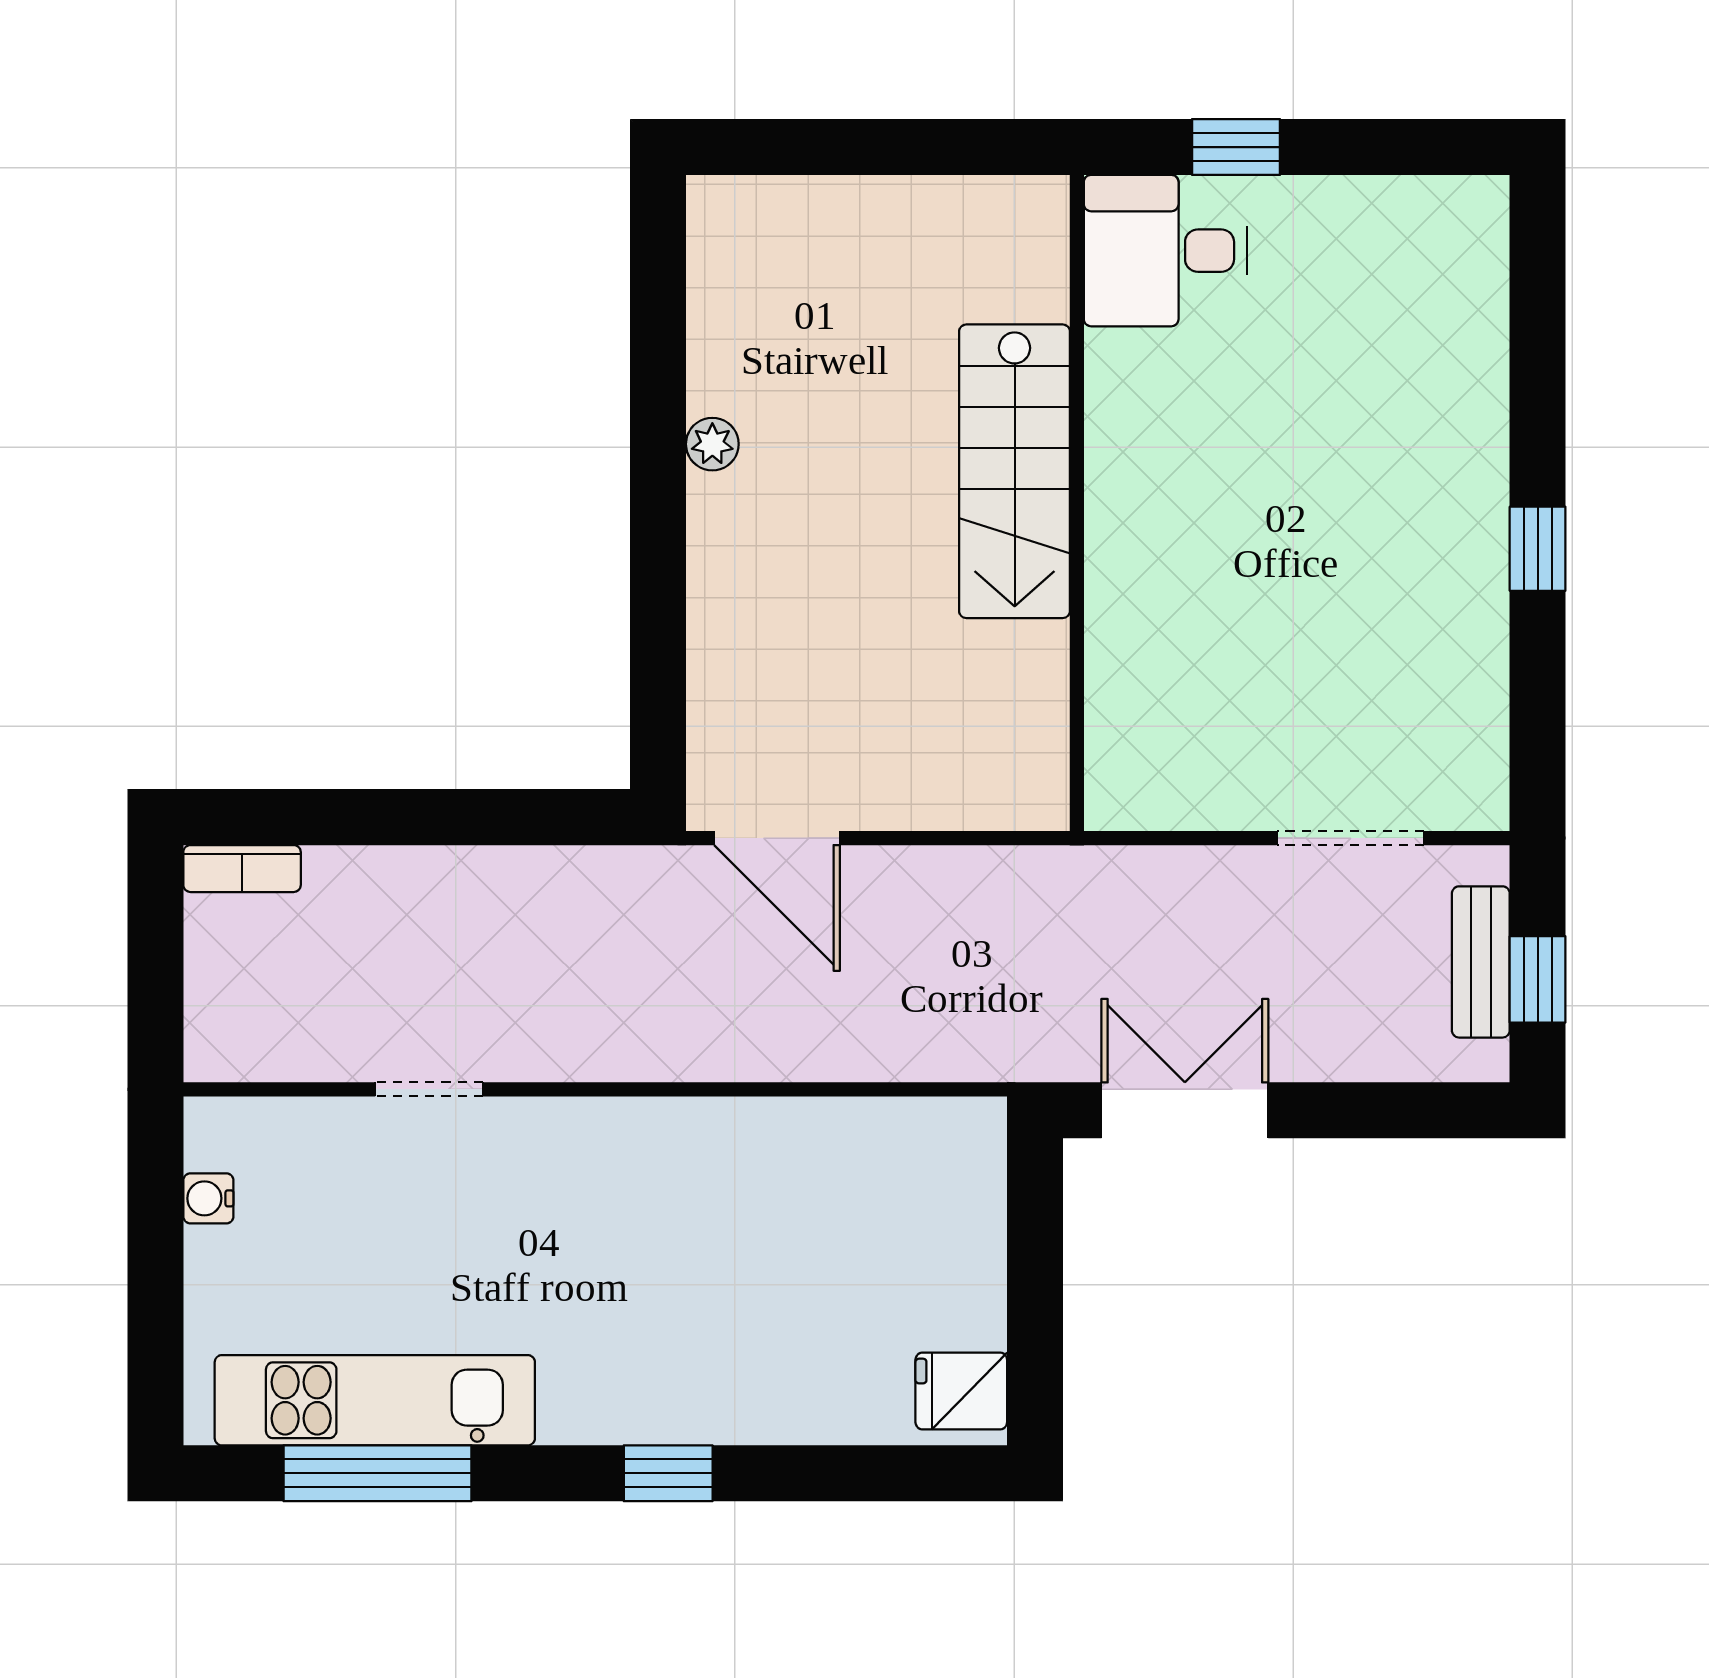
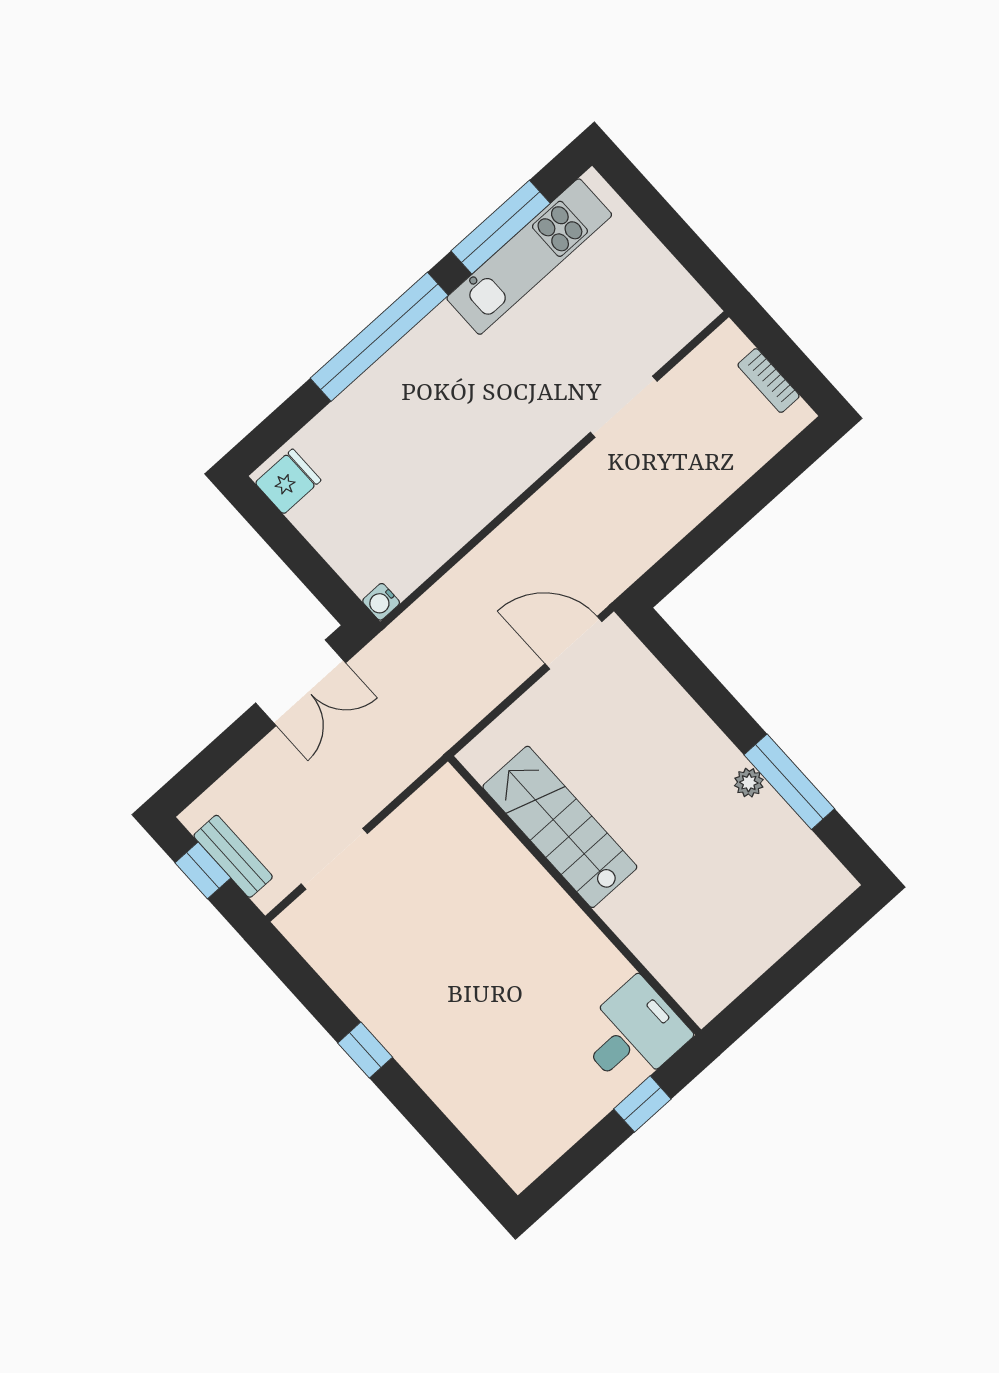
window: (658, 397) -> (789, 782), added
stairs: (1015, 471) -> (560, 827), moved
bookcase: (242, 869) -> (768, 381), moved, turned -90
doorway: (429, 1089) -> (624, 407), width x1.38
water cooler: (208, 1198) -> (381, 602), moved, turned 180
window: (668, 1473) -> (379, 337), width x3.17

